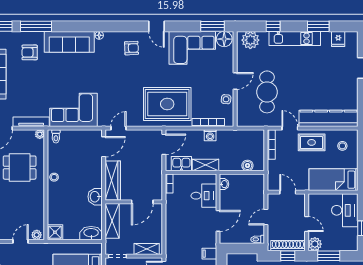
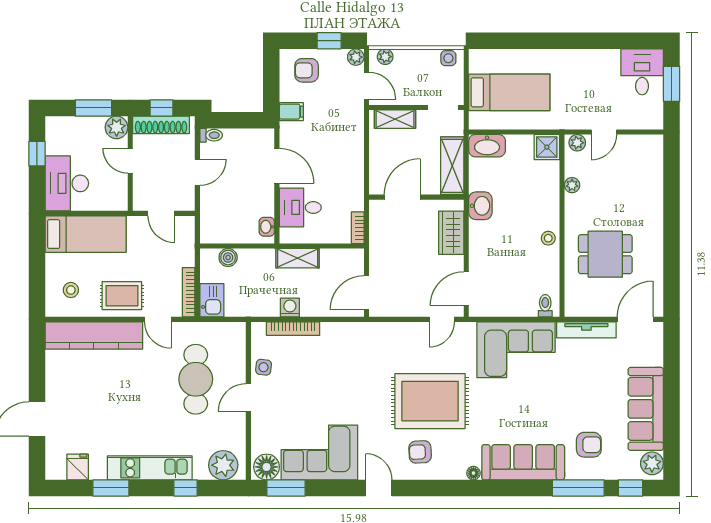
rug: (167, 104) -> (430, 401), moved
plant: (40, 134) -> (572, 185), moved
kitchen sink: (181, 164) -> (212, 300), moved, turned -90
wardrobe: (113, 180) -> (451, 233), width x0.67
door: (218, 221) -> (277, 166), swing flipped

